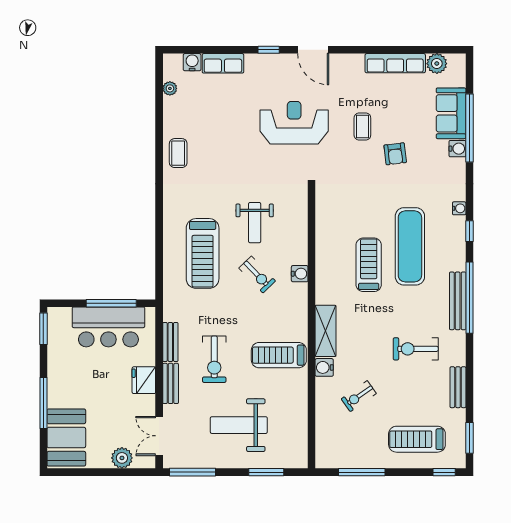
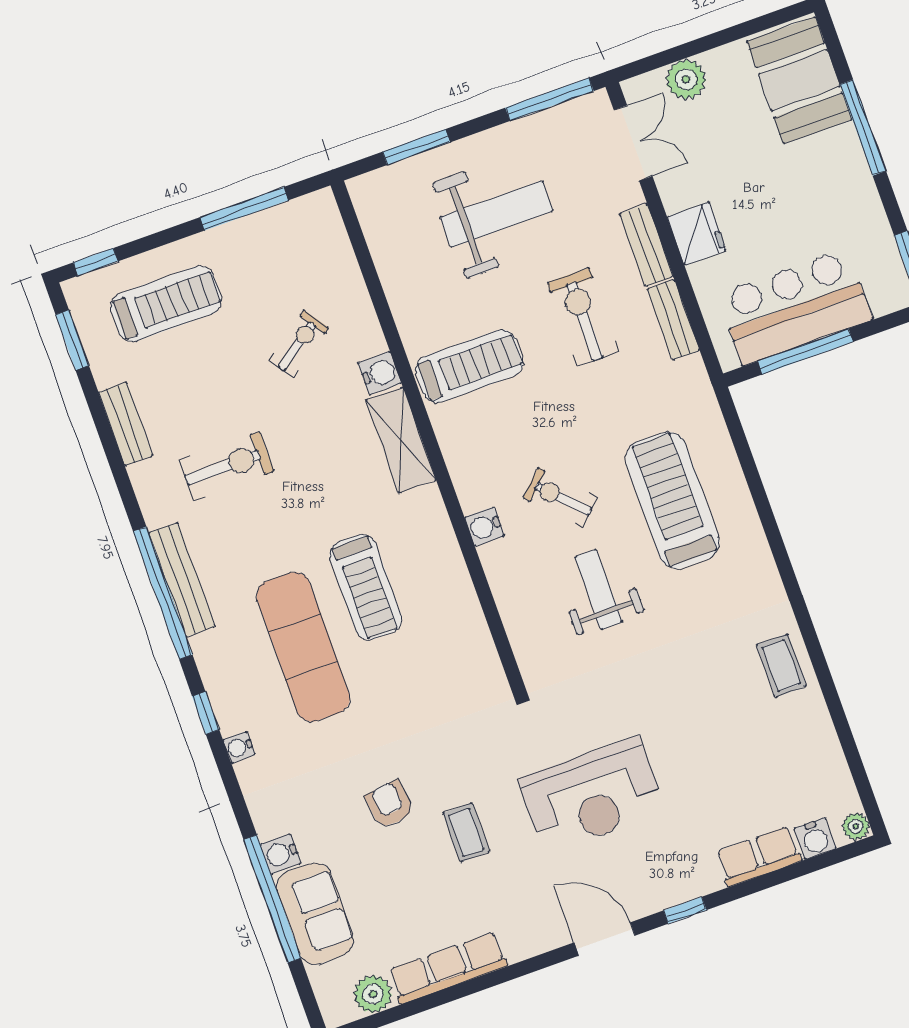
plant: (170, 88) -> (856, 826), moved

